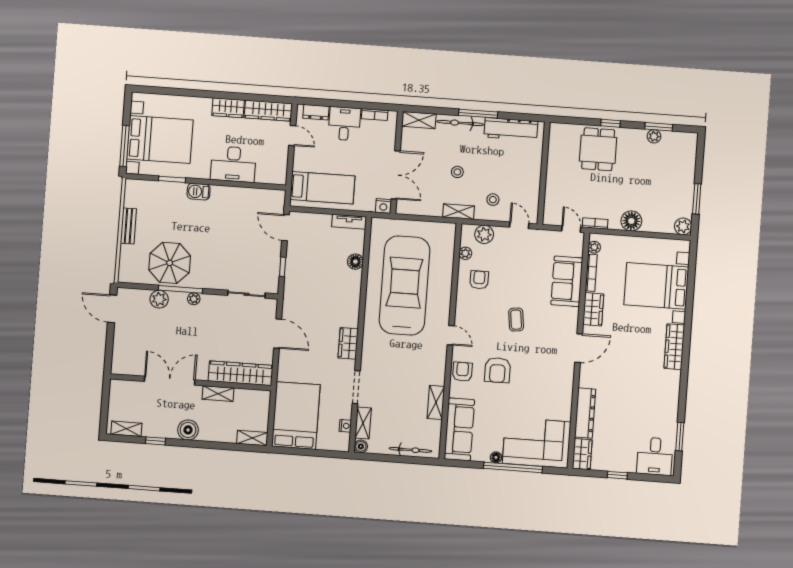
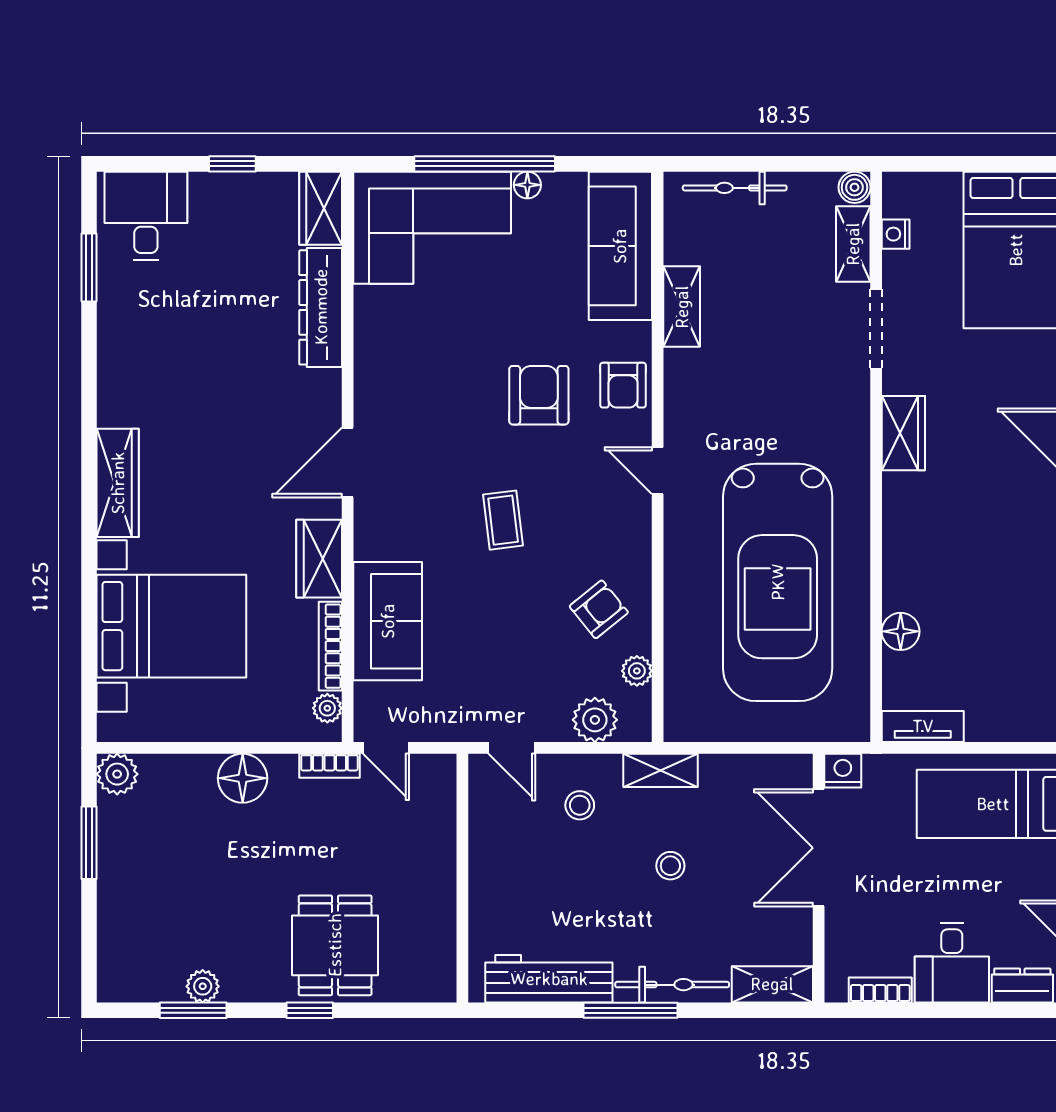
armchair: (479, 280) -> (599, 609), turned -129

